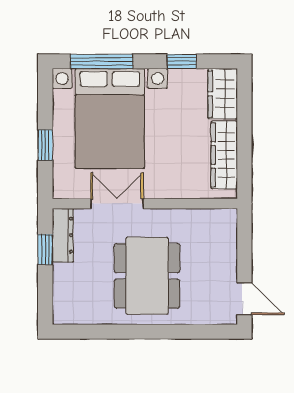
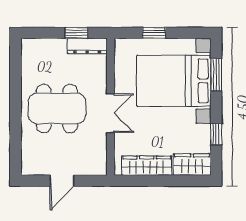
window: (102, 61) -> (216, 75), width x0.69
double door: (117, 204) -> (111, 113), moved
door: (244, 299) -> (62, 181), moved

